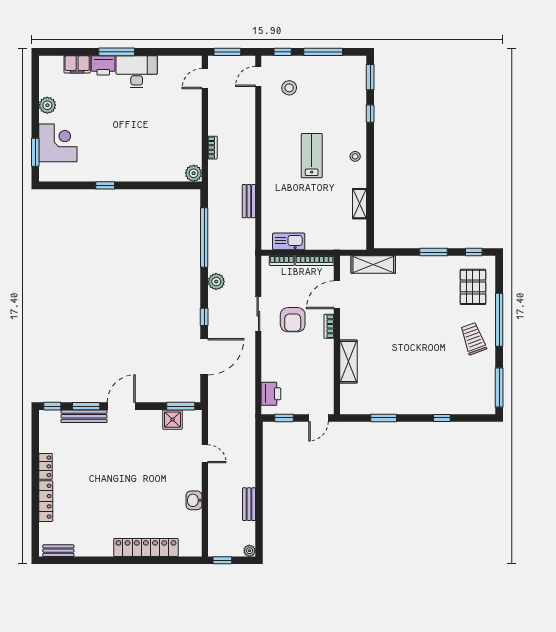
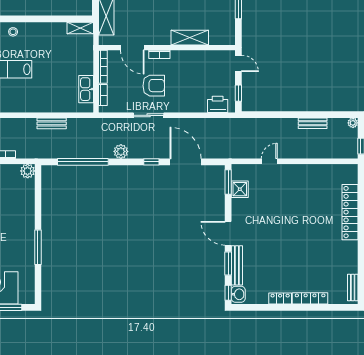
window: (105, 185) -> (38, 247), width x2.17
shelving: (360, 204) -> (80, 28), moved
washbasin: (194, 500) -> (238, 294), moved, turned -90

